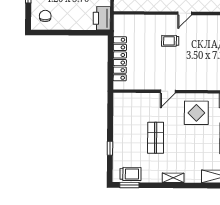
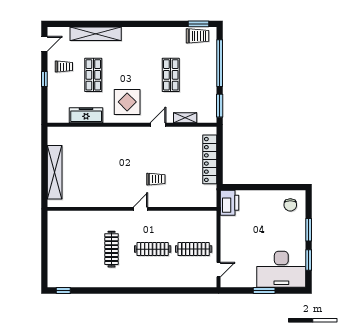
window: (110, 109) -> (220, 106), added
window: (110, 148) -> (220, 63), width x3.17
trolley: (130, 174) -> (197, 36), turned 180
shelving: (173, 178) -> (185, 118), moved

